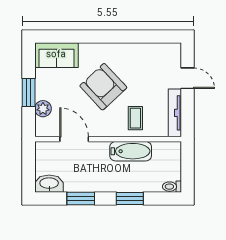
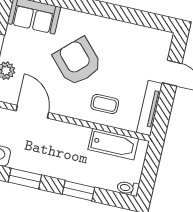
coffee table: (135, 118) -> (105, 104), turned 90
bathtub: (131, 151) -> (113, 144), moved

